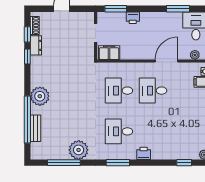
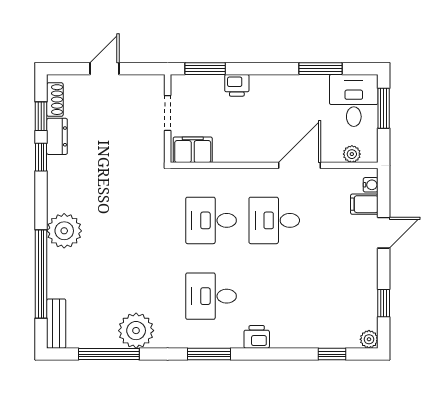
bench: (36, 128) -> (56, 324), moved

